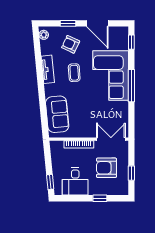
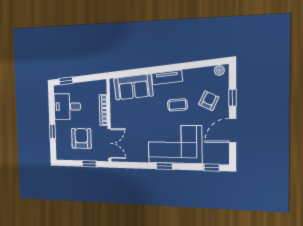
tv unit: (48, 69) -> (167, 77), moved
window: (131, 86) -> (164, 166), width x0.46
window: (131, 173) -> (89, 164), moved

